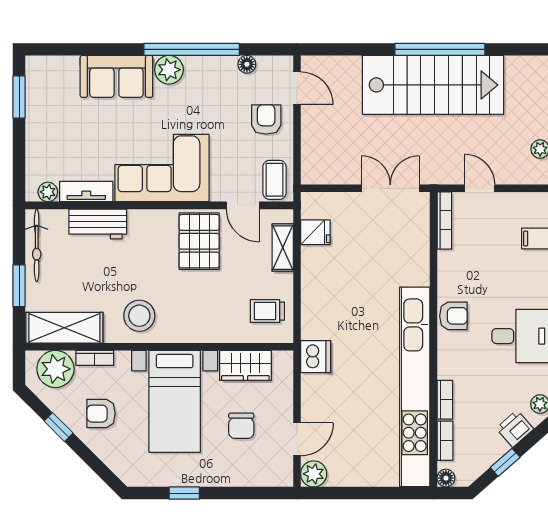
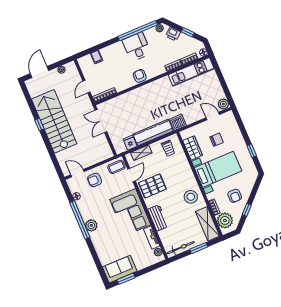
window: (440, 49) -> (39, 124), width x0.32
sofa: (116, 76) -> (120, 269), moved, turned -90
door: (297, 88) -> (78, 173), hinge flipped
workbench: (98, 224) -> (158, 218), moved
kitchen counter: (316, 293) -> (153, 133), added
kitchen unit: (415, 387) -> (191, 72), width x0.54

